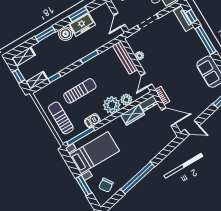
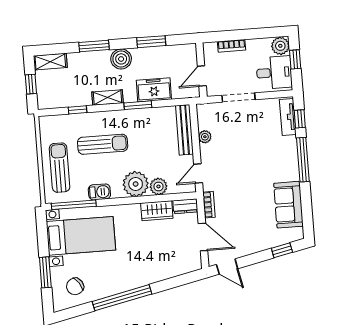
freezer: (82, 24) -> (154, 90), moved, turned 180
shelving: (37, 80) -> (107, 98), moved

